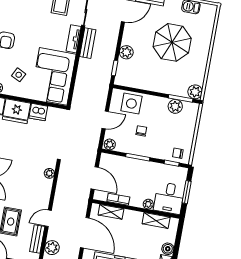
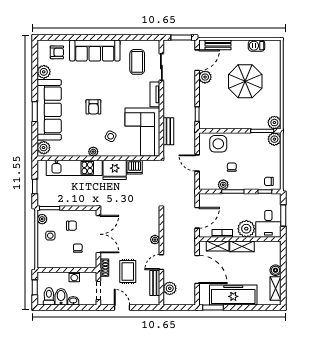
bench: (88, 43) -> (168, 131), moved
plant: (126, 52) -> (205, 77), moved
plant: (175, 106) -> (274, 139), moved
door: (105, 120) -> (197, 163), swing flipped
plant: (110, 144) -> (223, 185), moved
plant: (49, 173) -> (155, 240), moved
door: (95, 178) -> (197, 218), hinge flipped
plant: (148, 204) -> (246, 229), width x1.88, depth x1.88
shelving: (156, 220) -> (242, 246), moved

